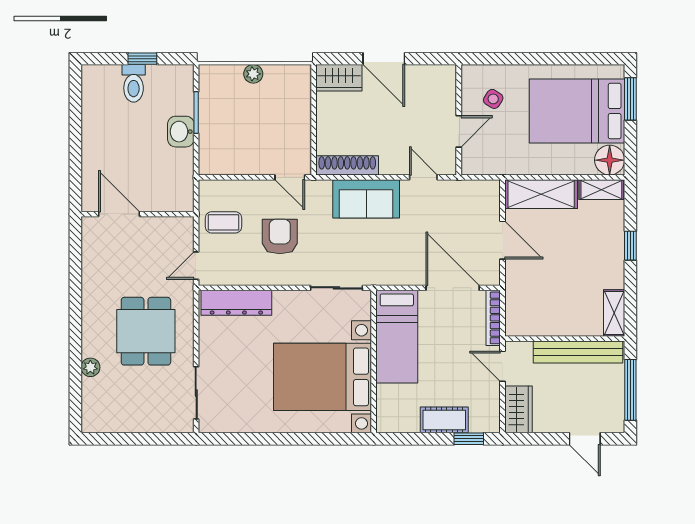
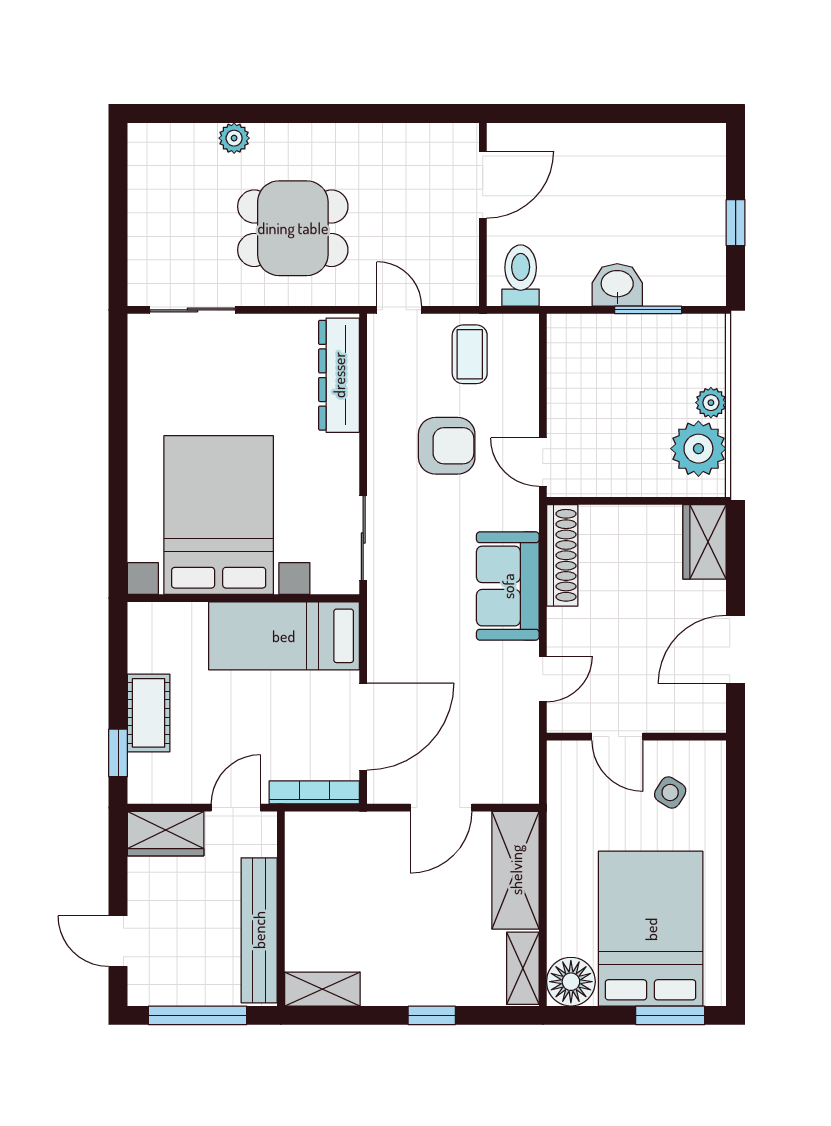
door: (384, 59) -> (736, 649), moved
plant: (282, 82) -> (698, 449), added
toilet: (134, 83) -> (521, 276), moved, turned 90
door: (290, 177) -> (543, 462), hinge flipped
door: (585, 439) -> (118, 941), hinge flipped

